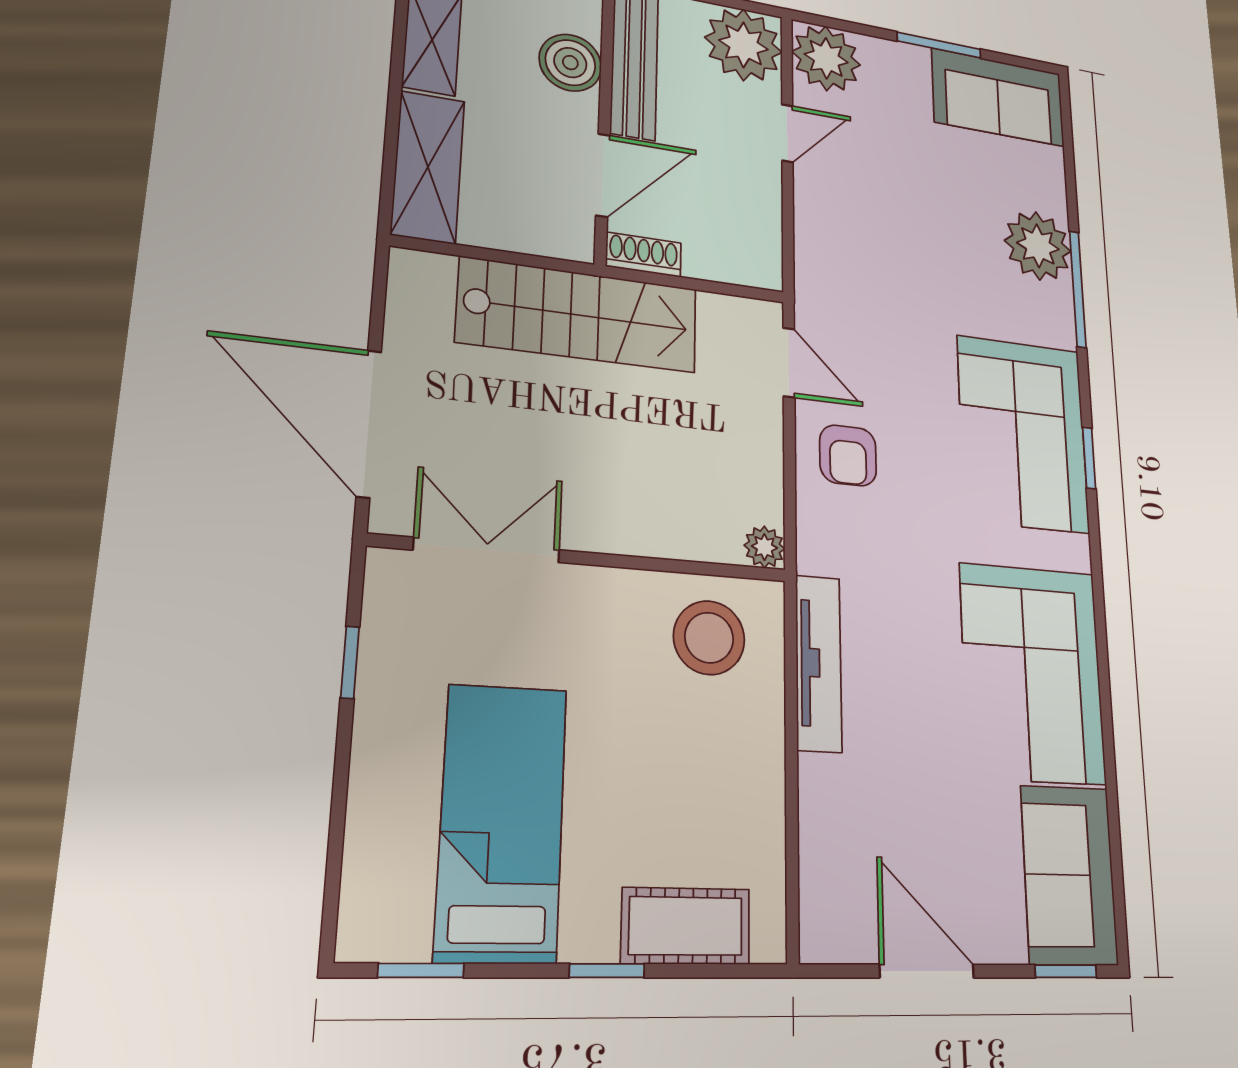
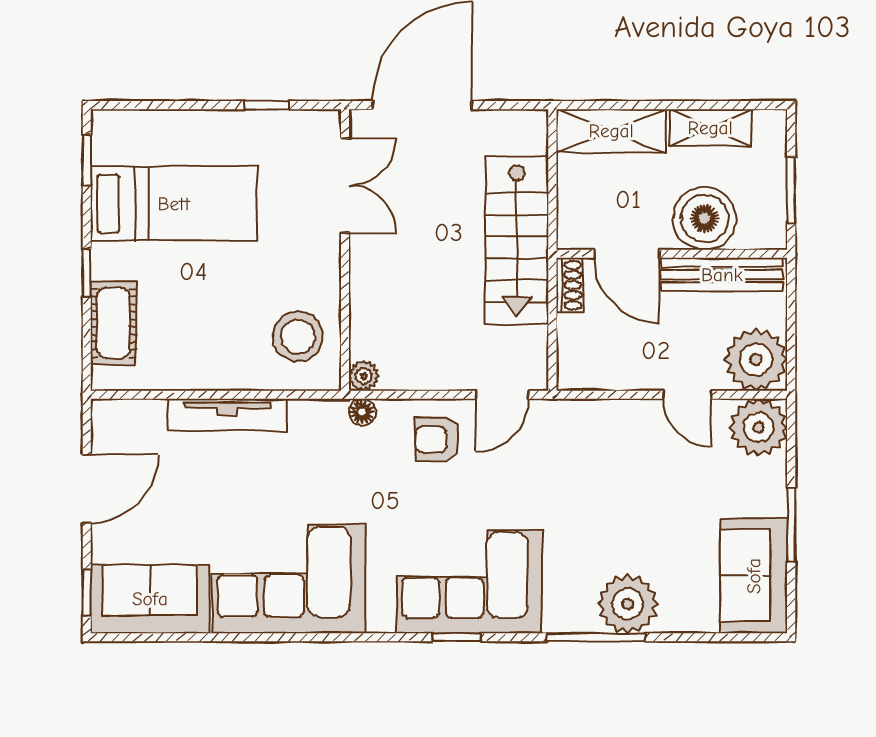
boiler: (570, 63) -> (704, 218), width x1.37, depth x1.37
floor lamp: (813, 554) -> (362, 412), added
tv unit: (819, 663) -> (227, 415), moved

